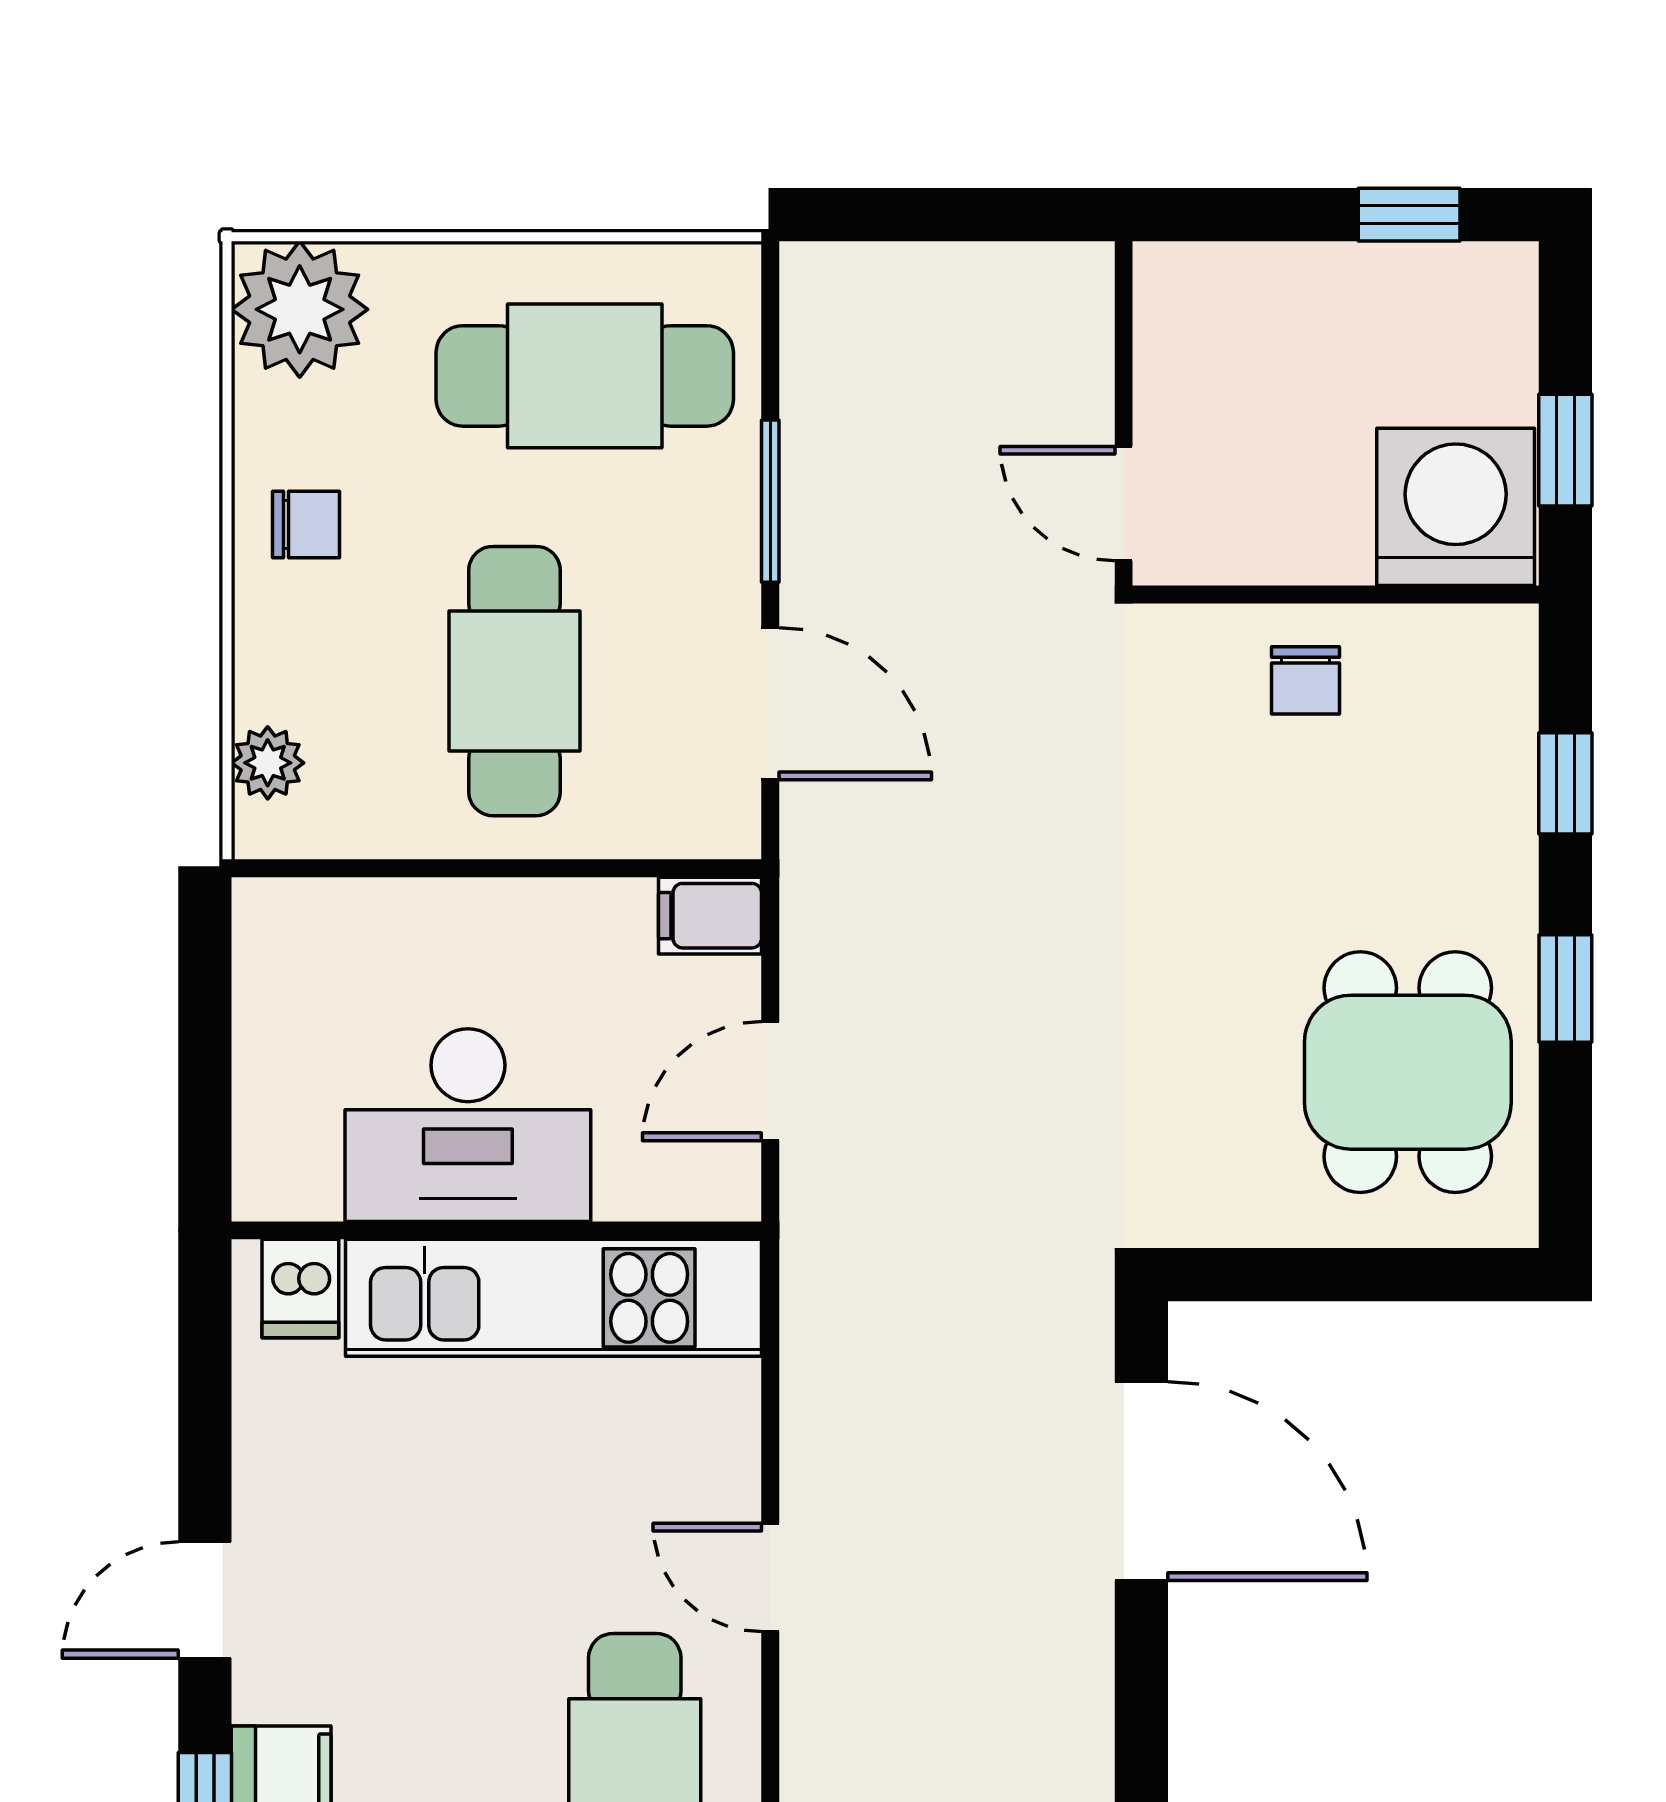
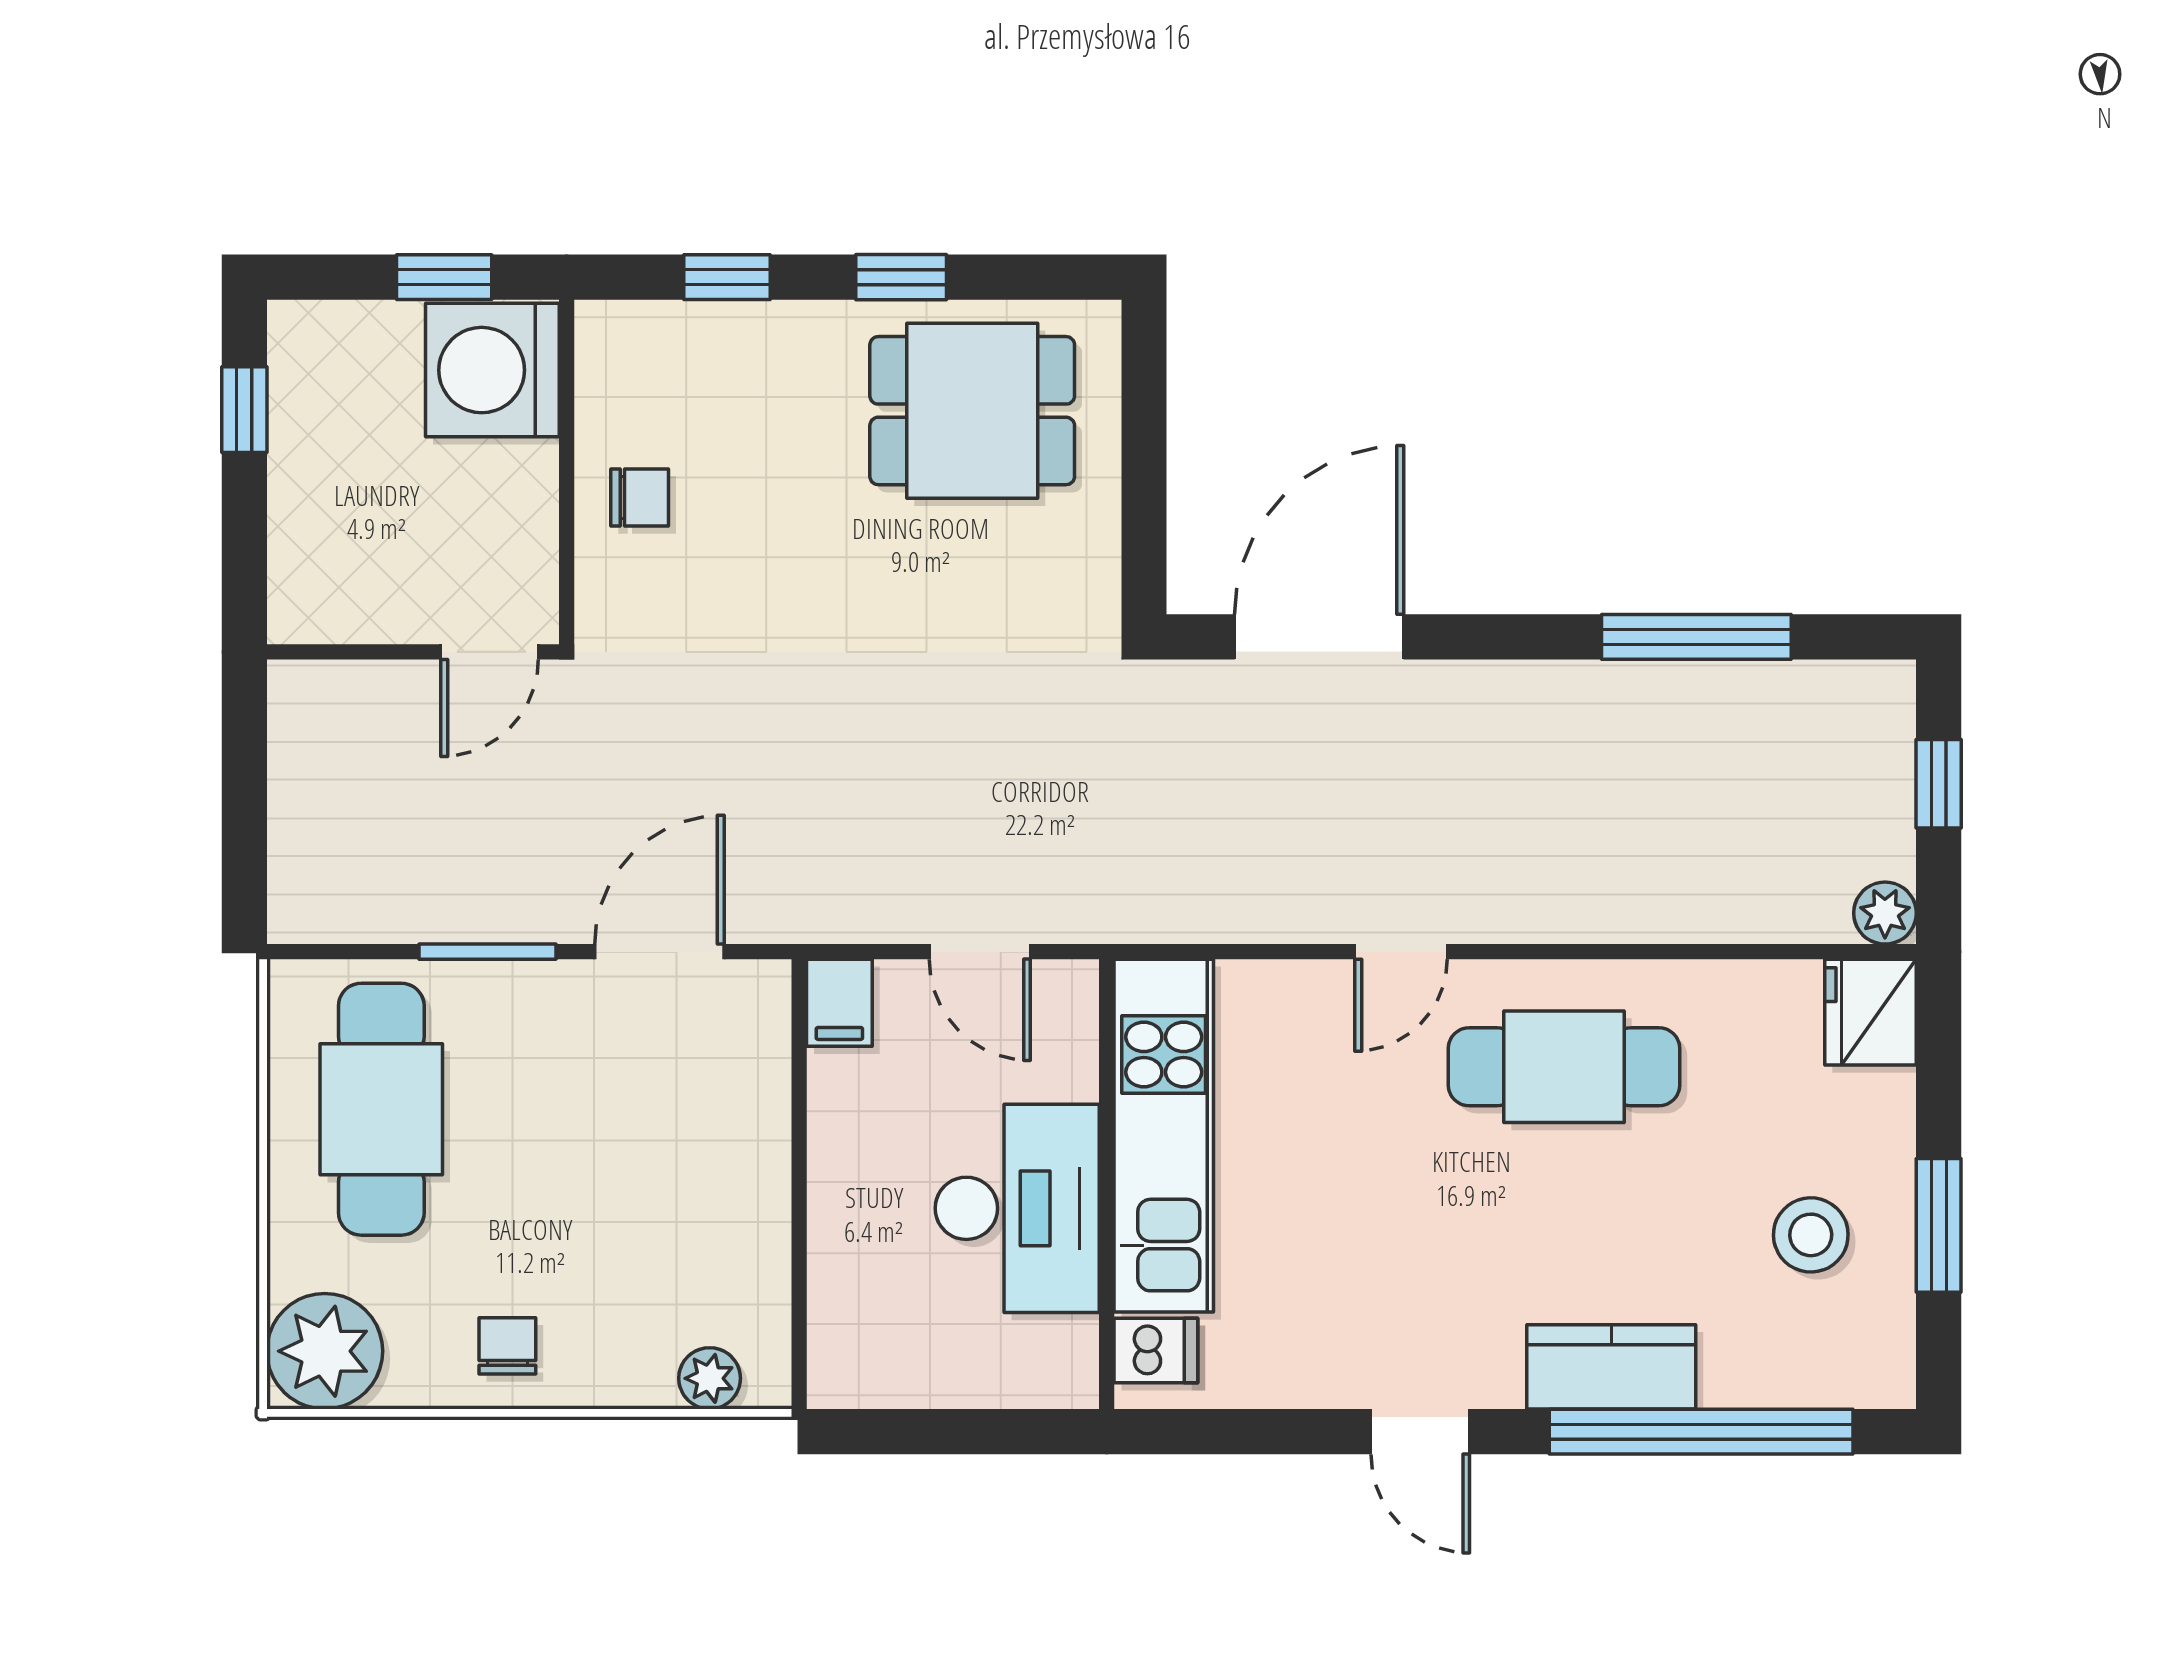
cafe table: (514, 681) -> (640, 1169), removed

